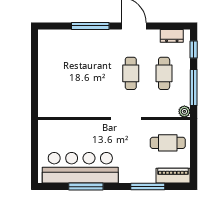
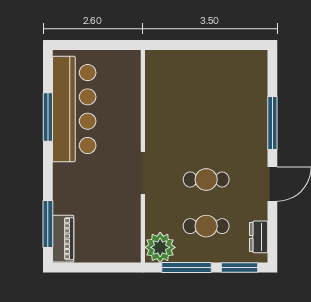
window: (194, 49) -> (240, 267), width x1.50
plant: (184, 111) -> (160, 247), width x1.87, depth x1.87
cafe table: (168, 143) -> (109, 231), removed
window: (148, 187) -> (48, 224), moved

